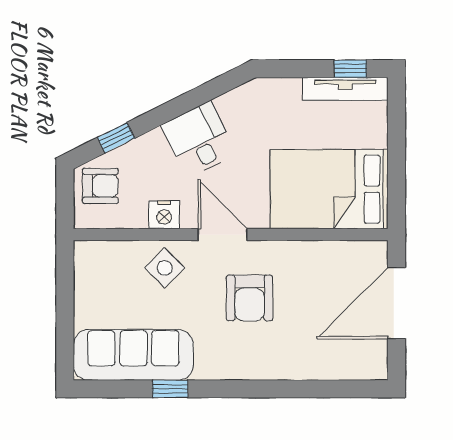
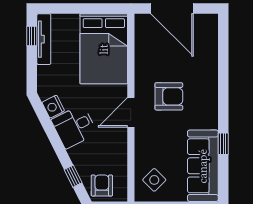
nightstand: (164, 215) -> (53, 107), moved, turned 153
side table: (165, 268) -> (154, 180), moved

